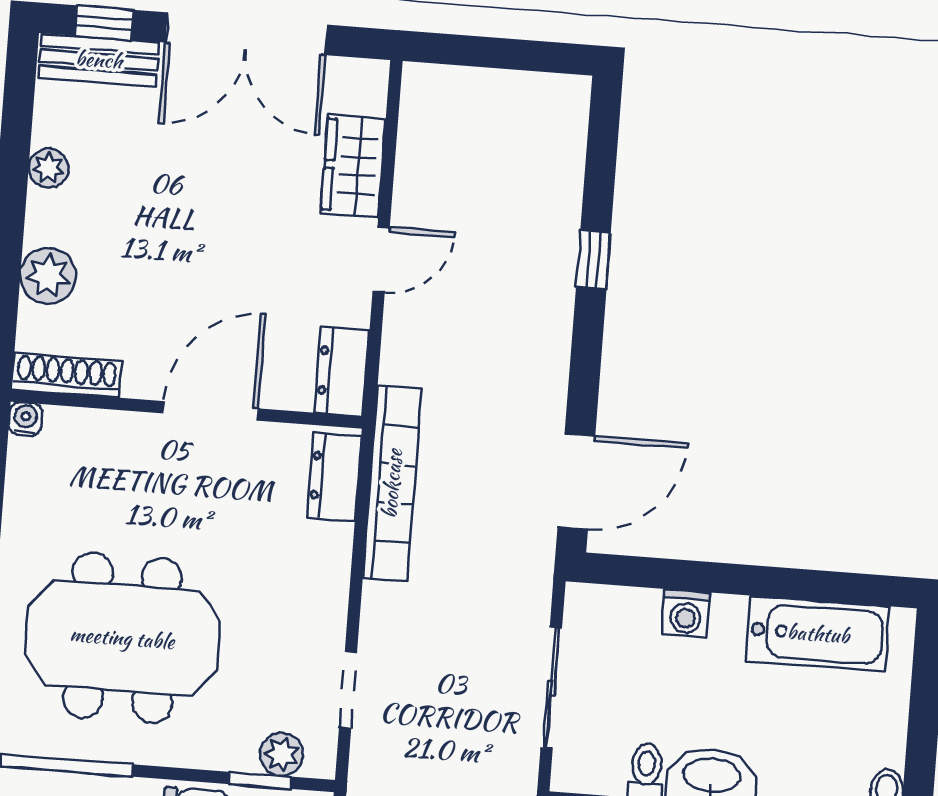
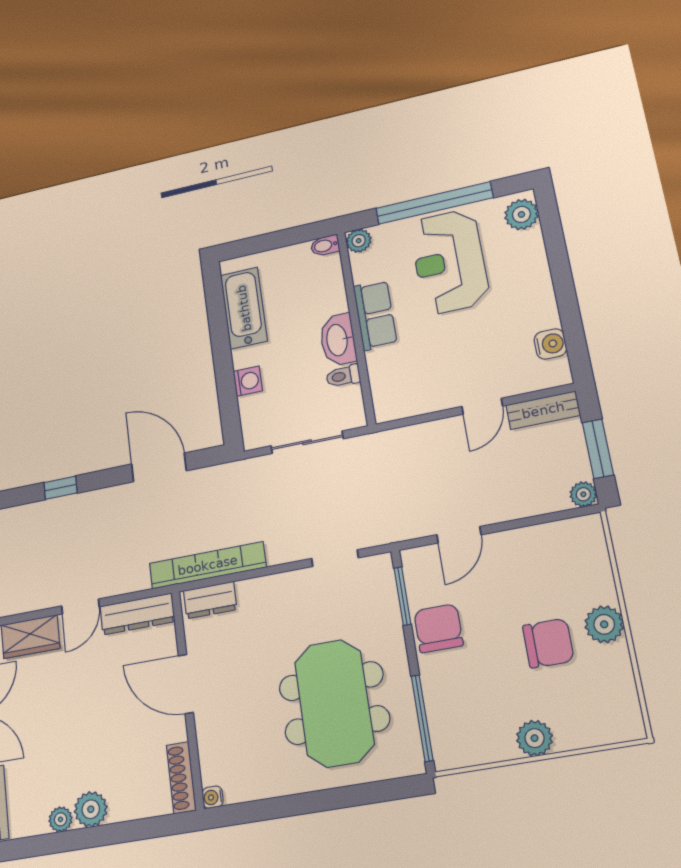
door: (381, 259) -> (80, 606), swing flipped
plant: (48, 276) -> (91, 809), moved
dresser: (342, 372) -> (137, 614), width x1.44
door: (576, 482) -> (159, 467), moved
plant: (282, 754) -> (383, 587), removed
window: (260, 780) -> (402, 596), width x1.50

